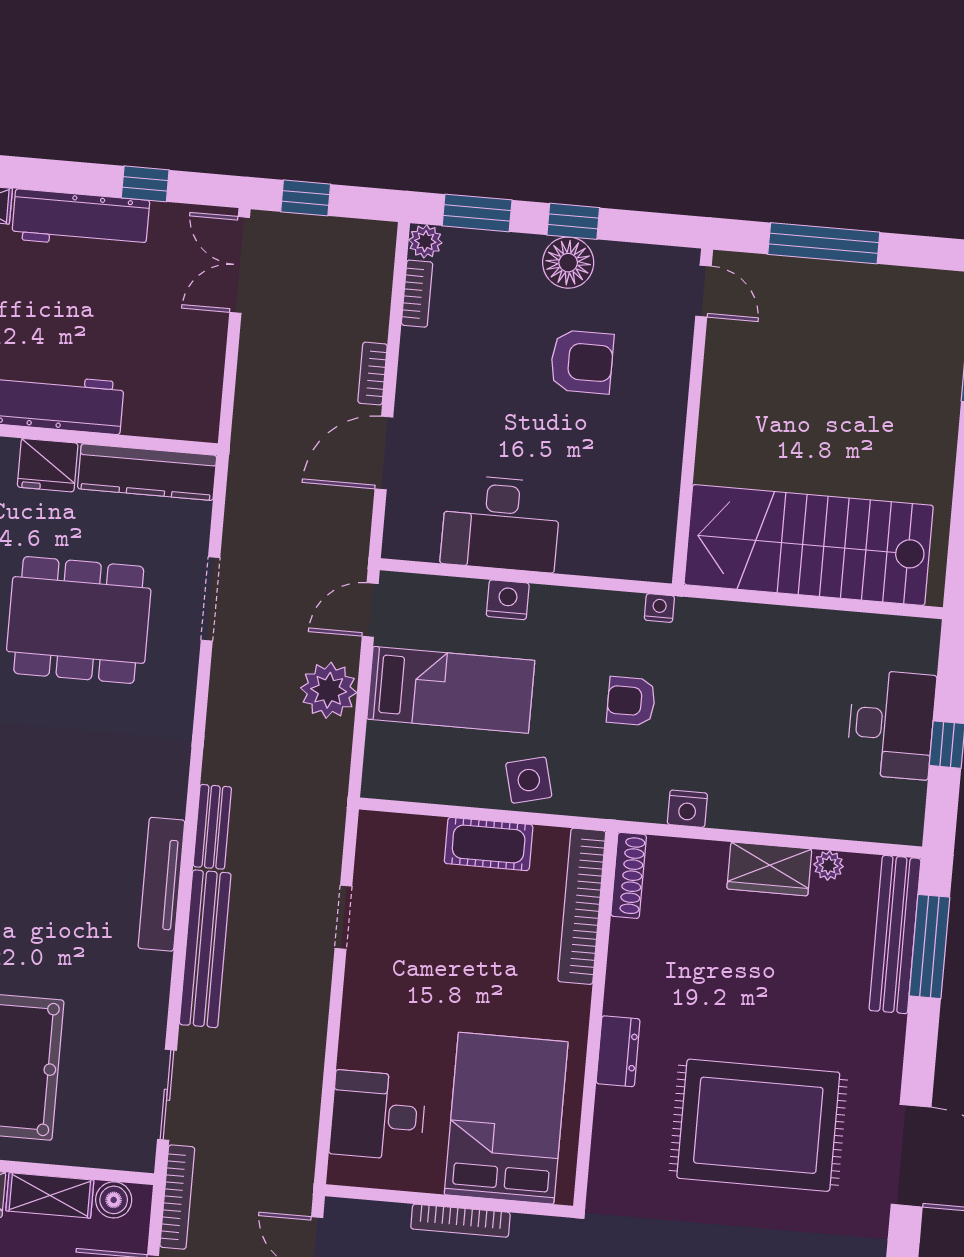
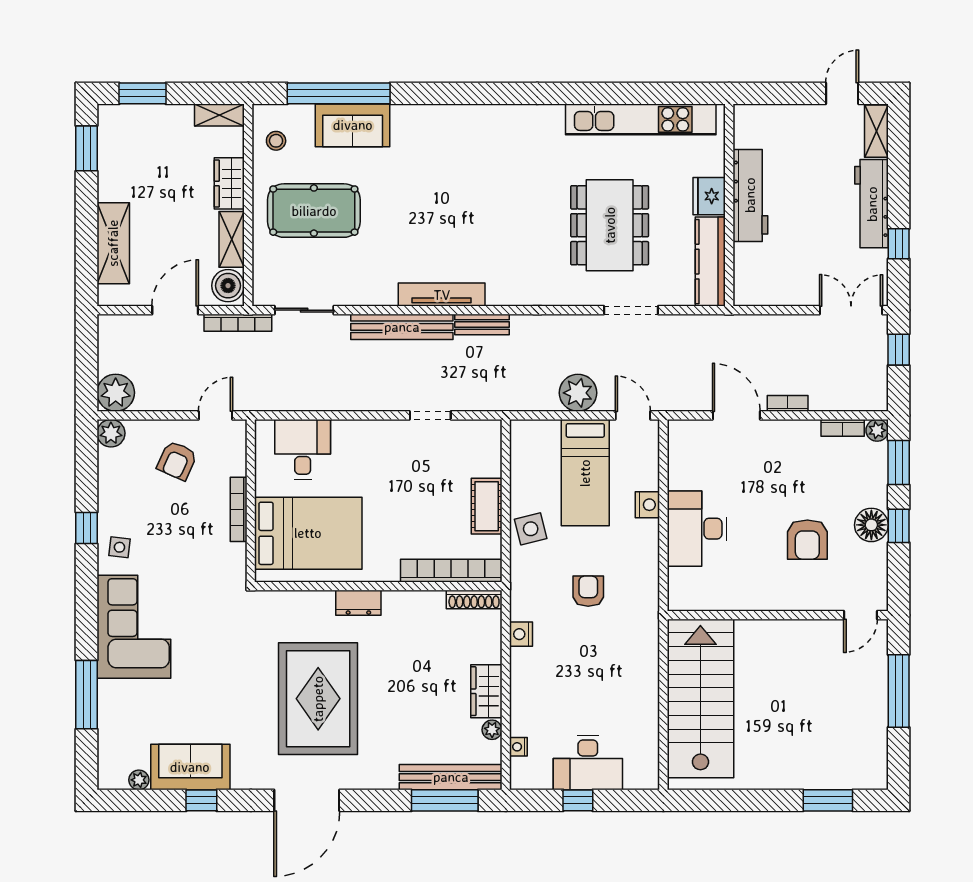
desk: (501, 523) -> (697, 529), moved
nightstand: (659, 608) -> (518, 747), moved, turned 180
boiler: (114, 1200) -> (228, 286), width x1.36, depth x1.36

